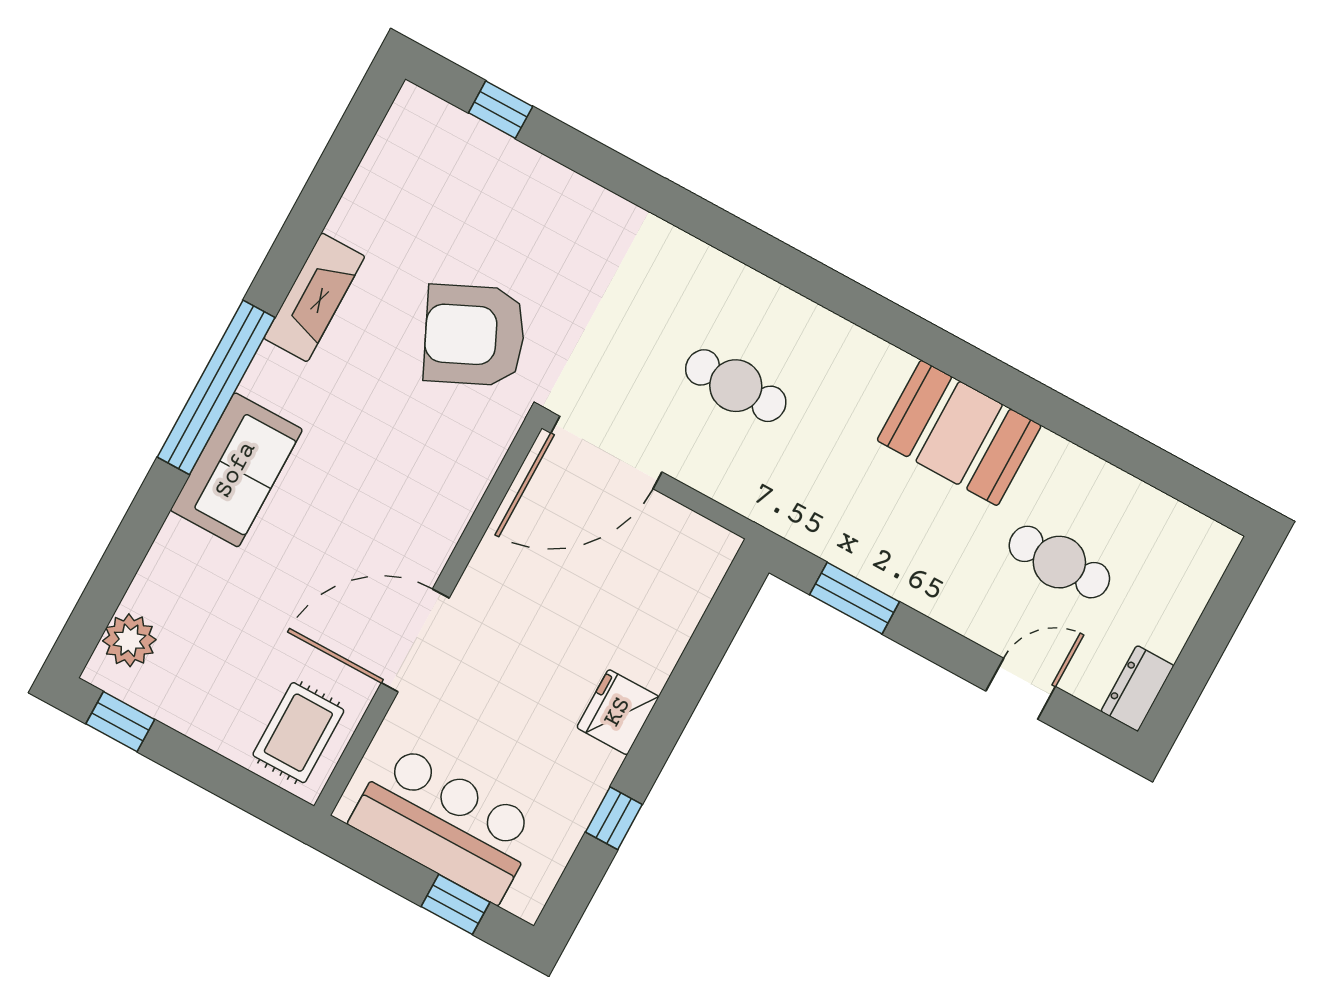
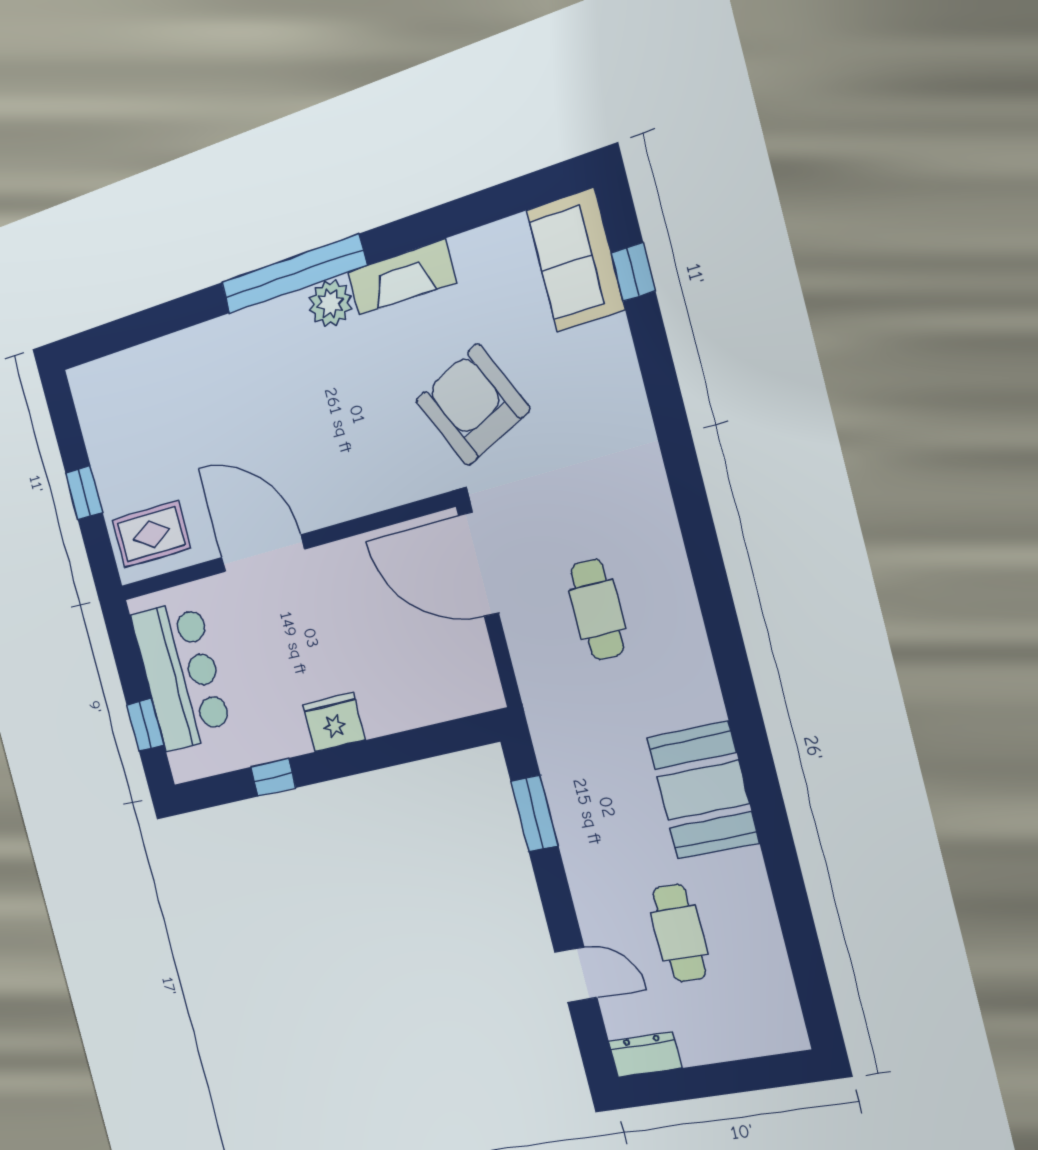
sofa: (236, 470) -> (576, 260), moved, turned 90
plant: (129, 640) -> (330, 303), moved
window: (120, 722) -> (84, 493), moved

